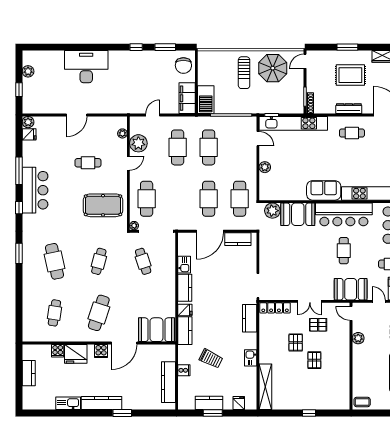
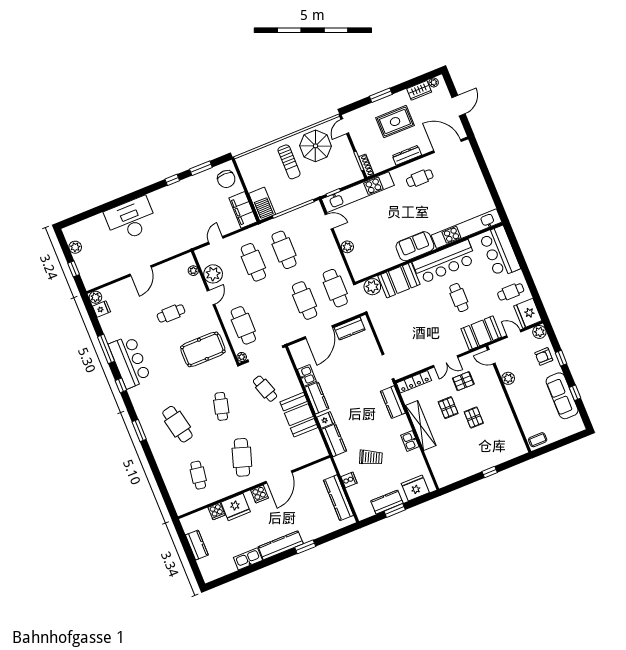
booth: (156, 330) -> (299, 415), moved, turned 90
shelving: (265, 387) -> (421, 426), moved
fridge: (239, 403) -> (415, 488), width x1.88, depth x1.34

